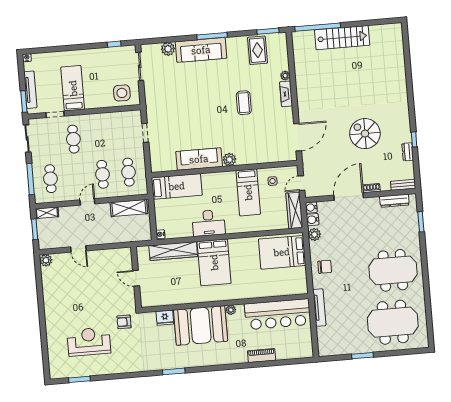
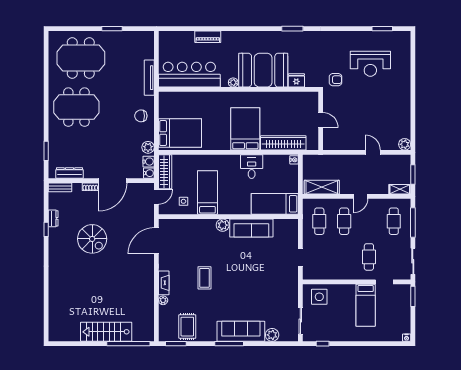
tv unit: (30, 90) -> (406, 307), removed
desk: (209, 223) -> (252, 167), width x0.73

